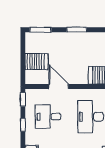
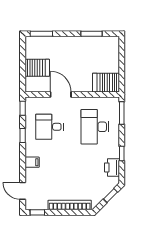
window: (77, 30) -> (92, 34), moved

